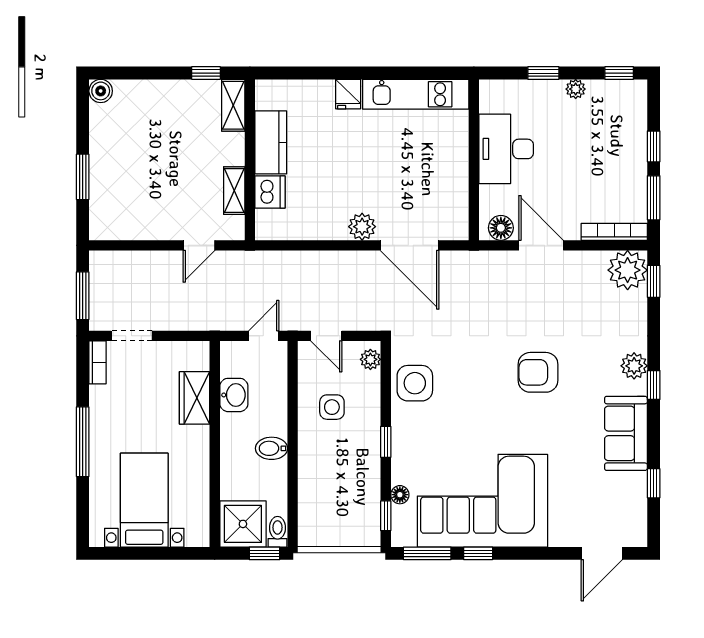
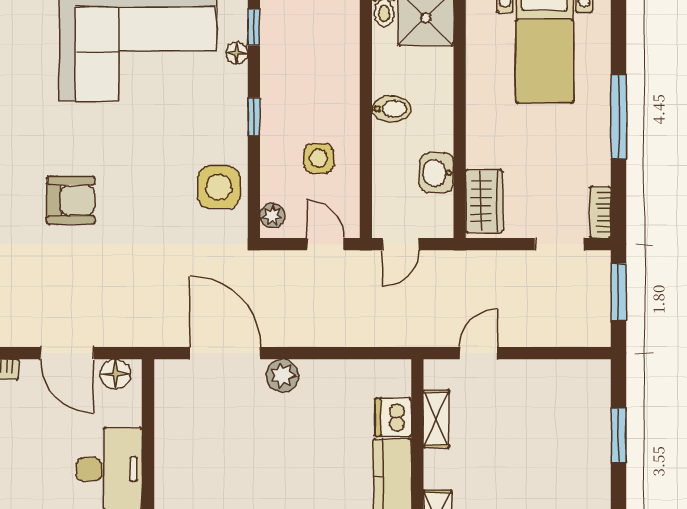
wardrobe: (195, 398) -> (484, 201), moved

